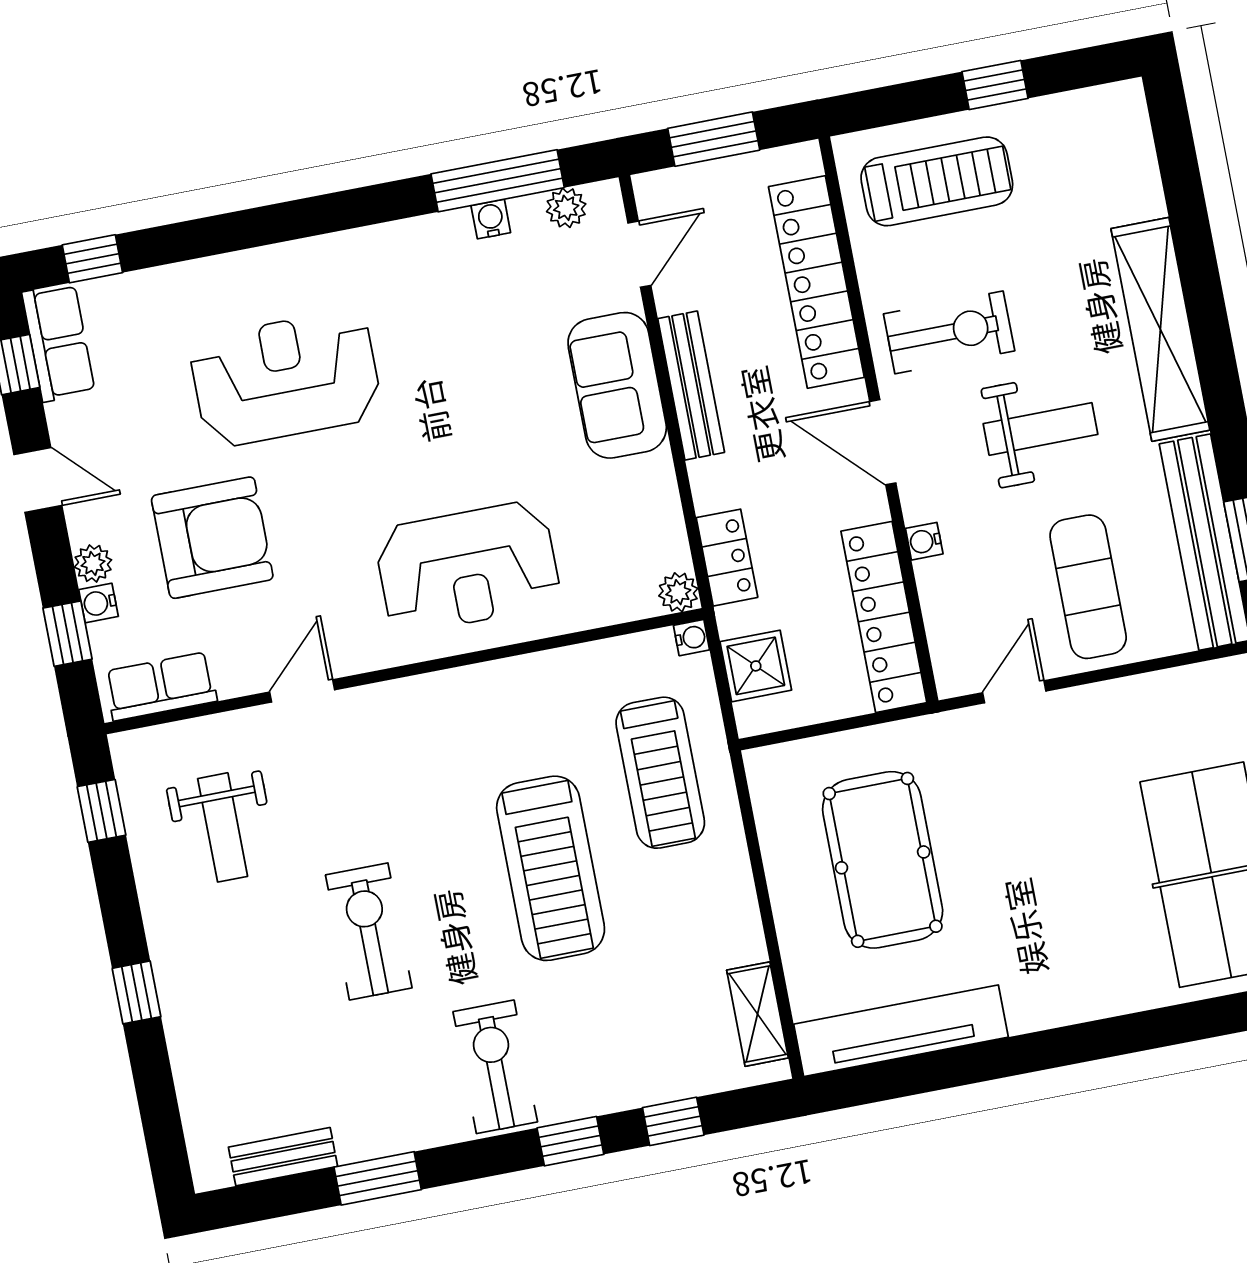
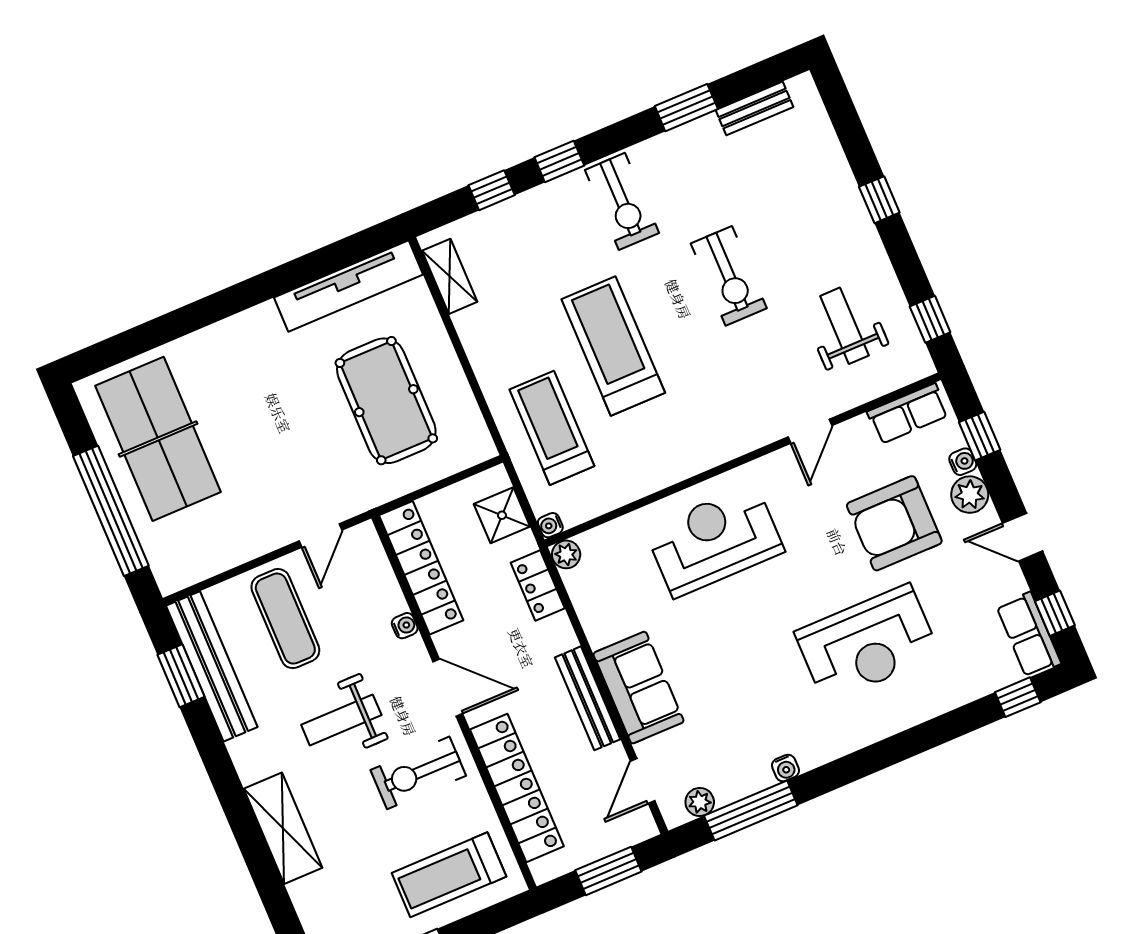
water cooler: (491, 219) -> (785, 768), moved
shelving: (1160, 329) -> (283, 828), width x0.68
plant: (93, 563) -> (970, 495), width x1.38, depth x1.38

